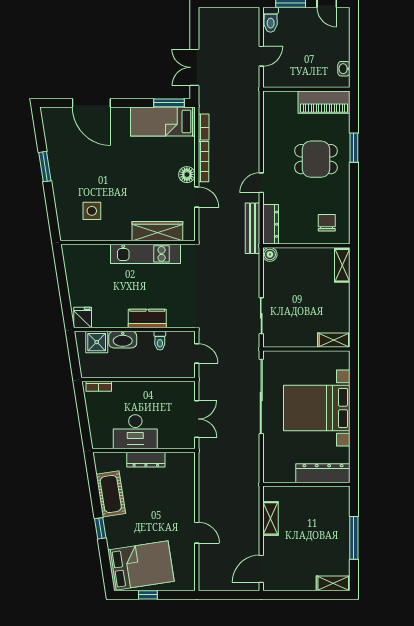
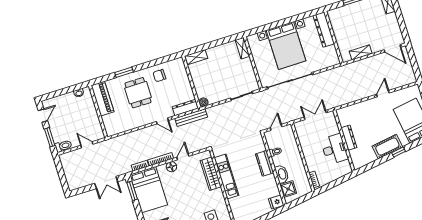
bed: (163, 121) -> (149, 190), width x1.50
chair: (327, 223) -> (159, 76), moved
cot: (111, 494) -> (387, 147), moved

